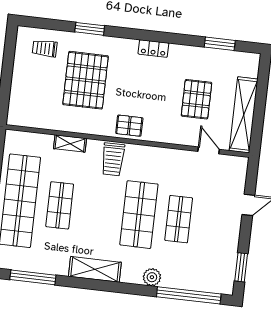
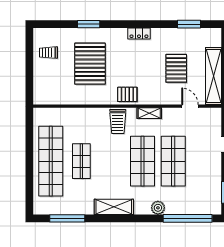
trolley: (45, 48) -> (48, 53), moved
shelving: (70, 144) -> (149, 113), moved
shop shelf: (179, 219) -> (173, 161), width x1.43, depth x1.36

